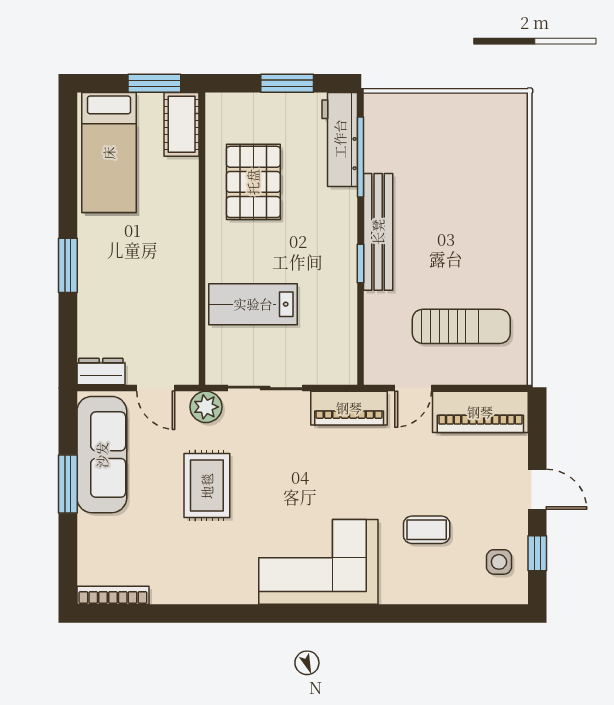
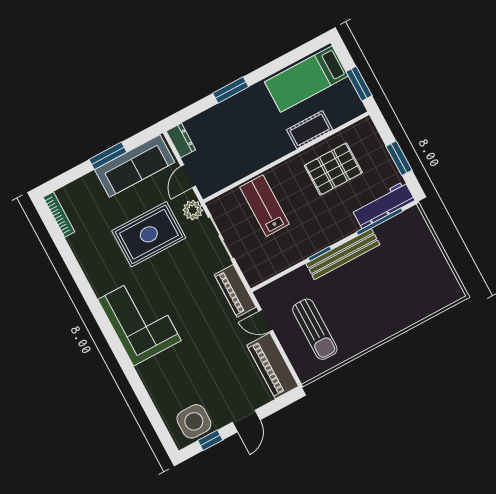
cot: (182, 124) -> (310, 130), moved
rug: (207, 486) -> (149, 234), width x1.36, depth x1.43
coffee table: (427, 530) -> (190, 371), removed
side table: (499, 562) -> (194, 421), width x1.87, depth x1.87

